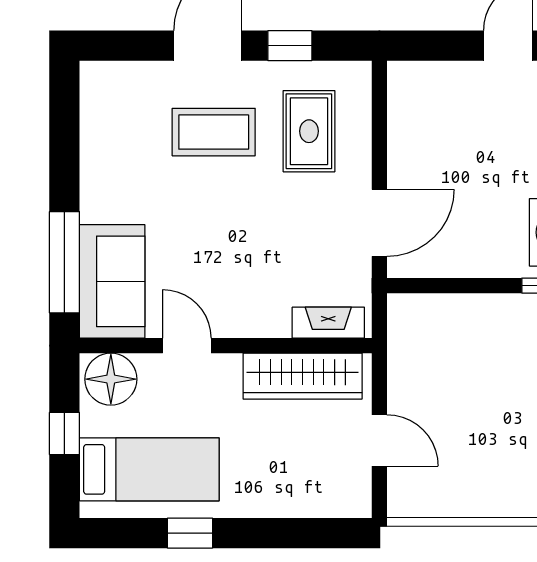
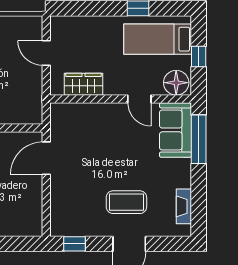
window: (290, 46) -> (74, 244), moved
rug: (309, 131) -> (80, 203), removed
fireplace: (328, 323) -> (184, 206), moved, turned 90
wardrobe: (303, 376) -> (84, 84), width x0.67

